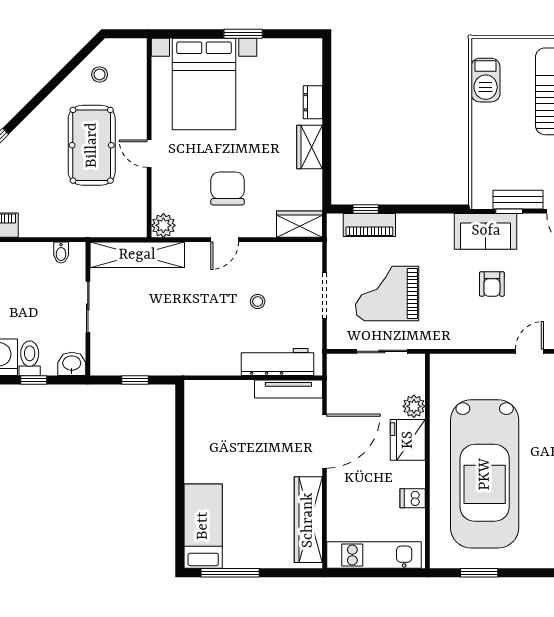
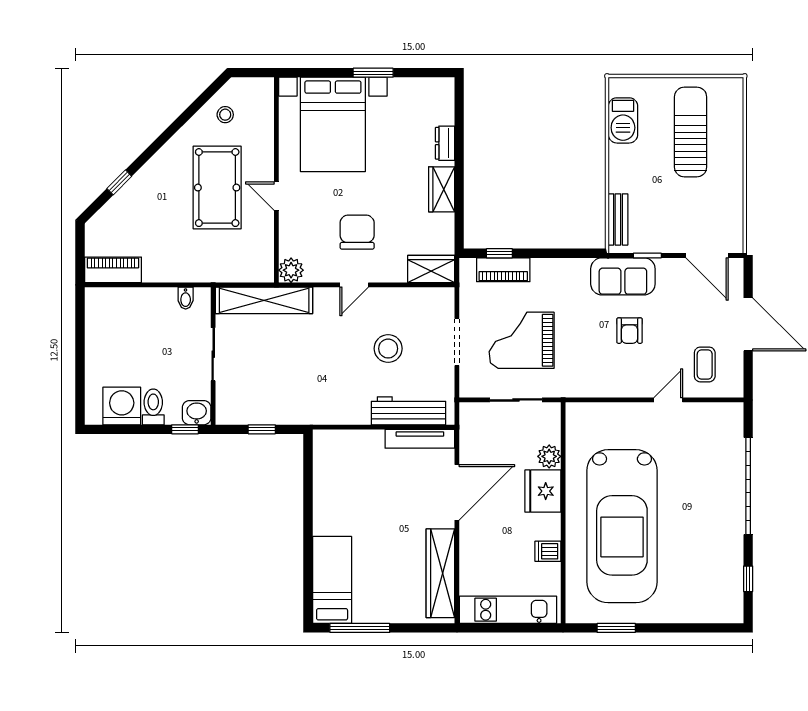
bench: (518, 200) -> (618, 219), moved, turned 90
stool: (258, 301) -> (388, 349), width x1.89, depth x1.89
window: (34, 380) -> (185, 429), moved

